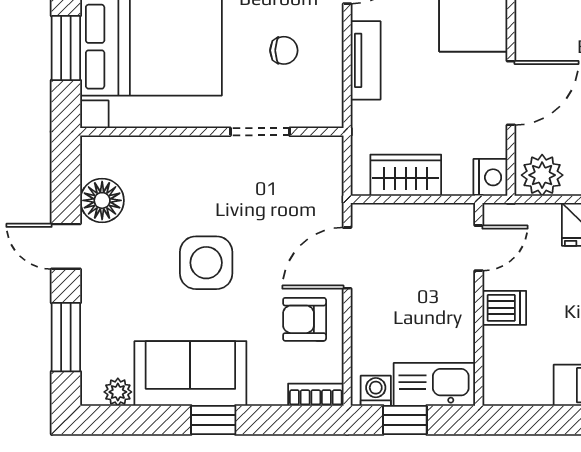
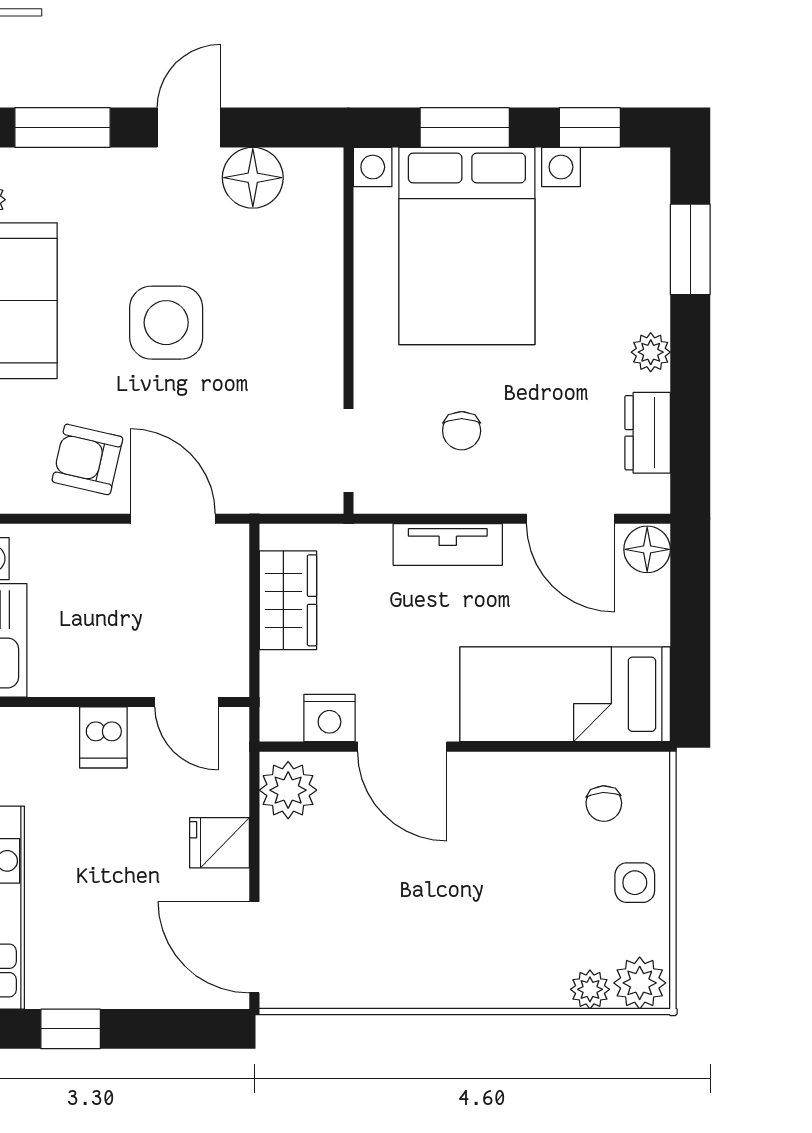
doorway: (260, 132) -> (348, 450), moved
nightstand: (490, 177) -> (329, 718), moved
armchair: (305, 319) -> (87, 459), turned -77

